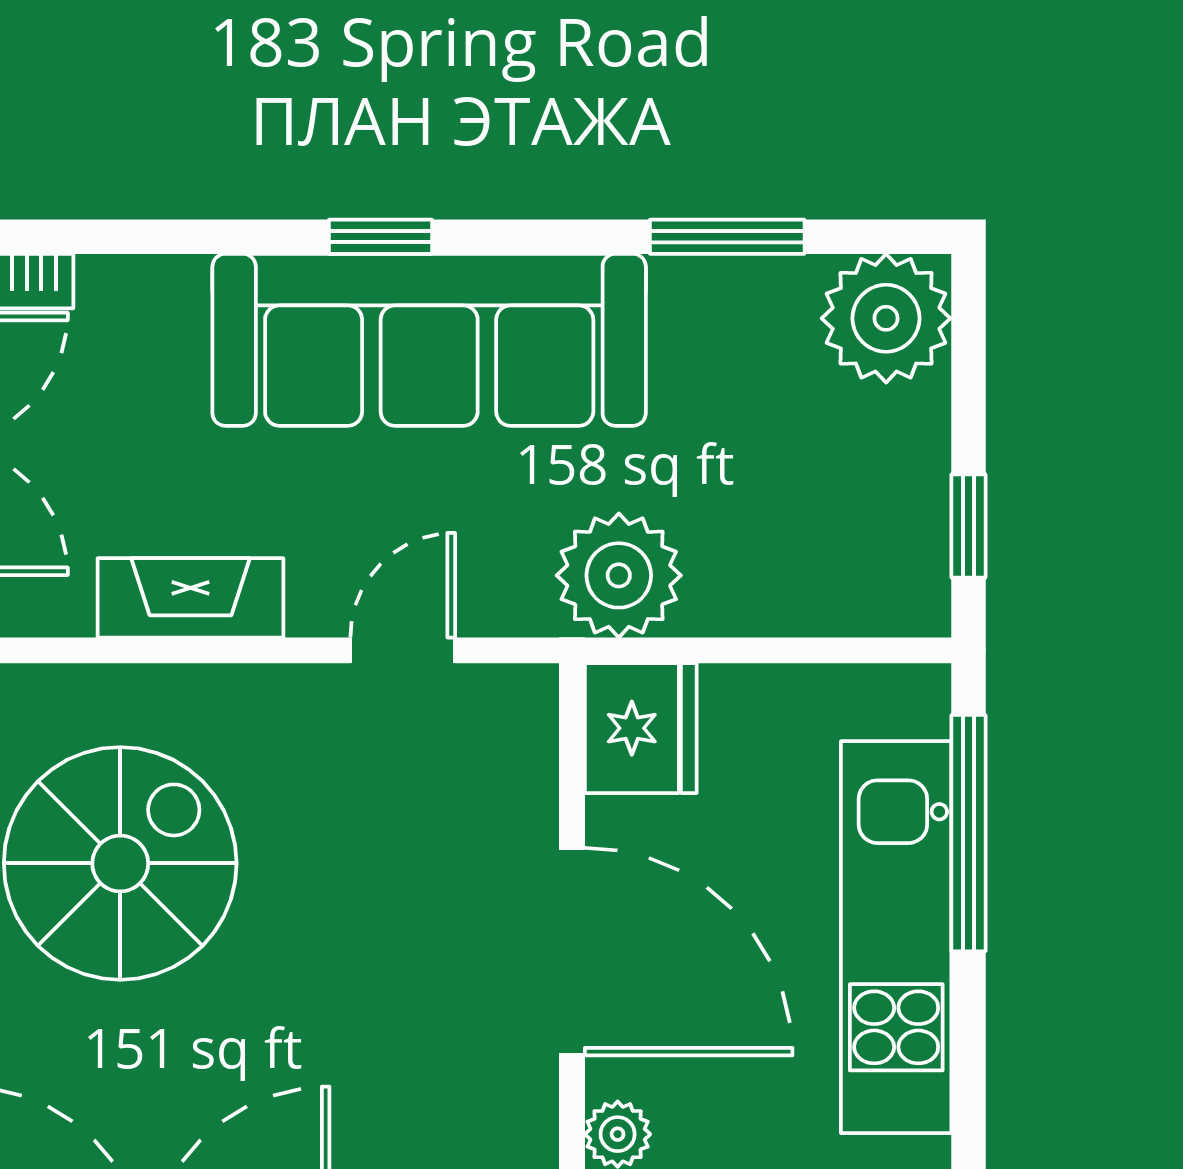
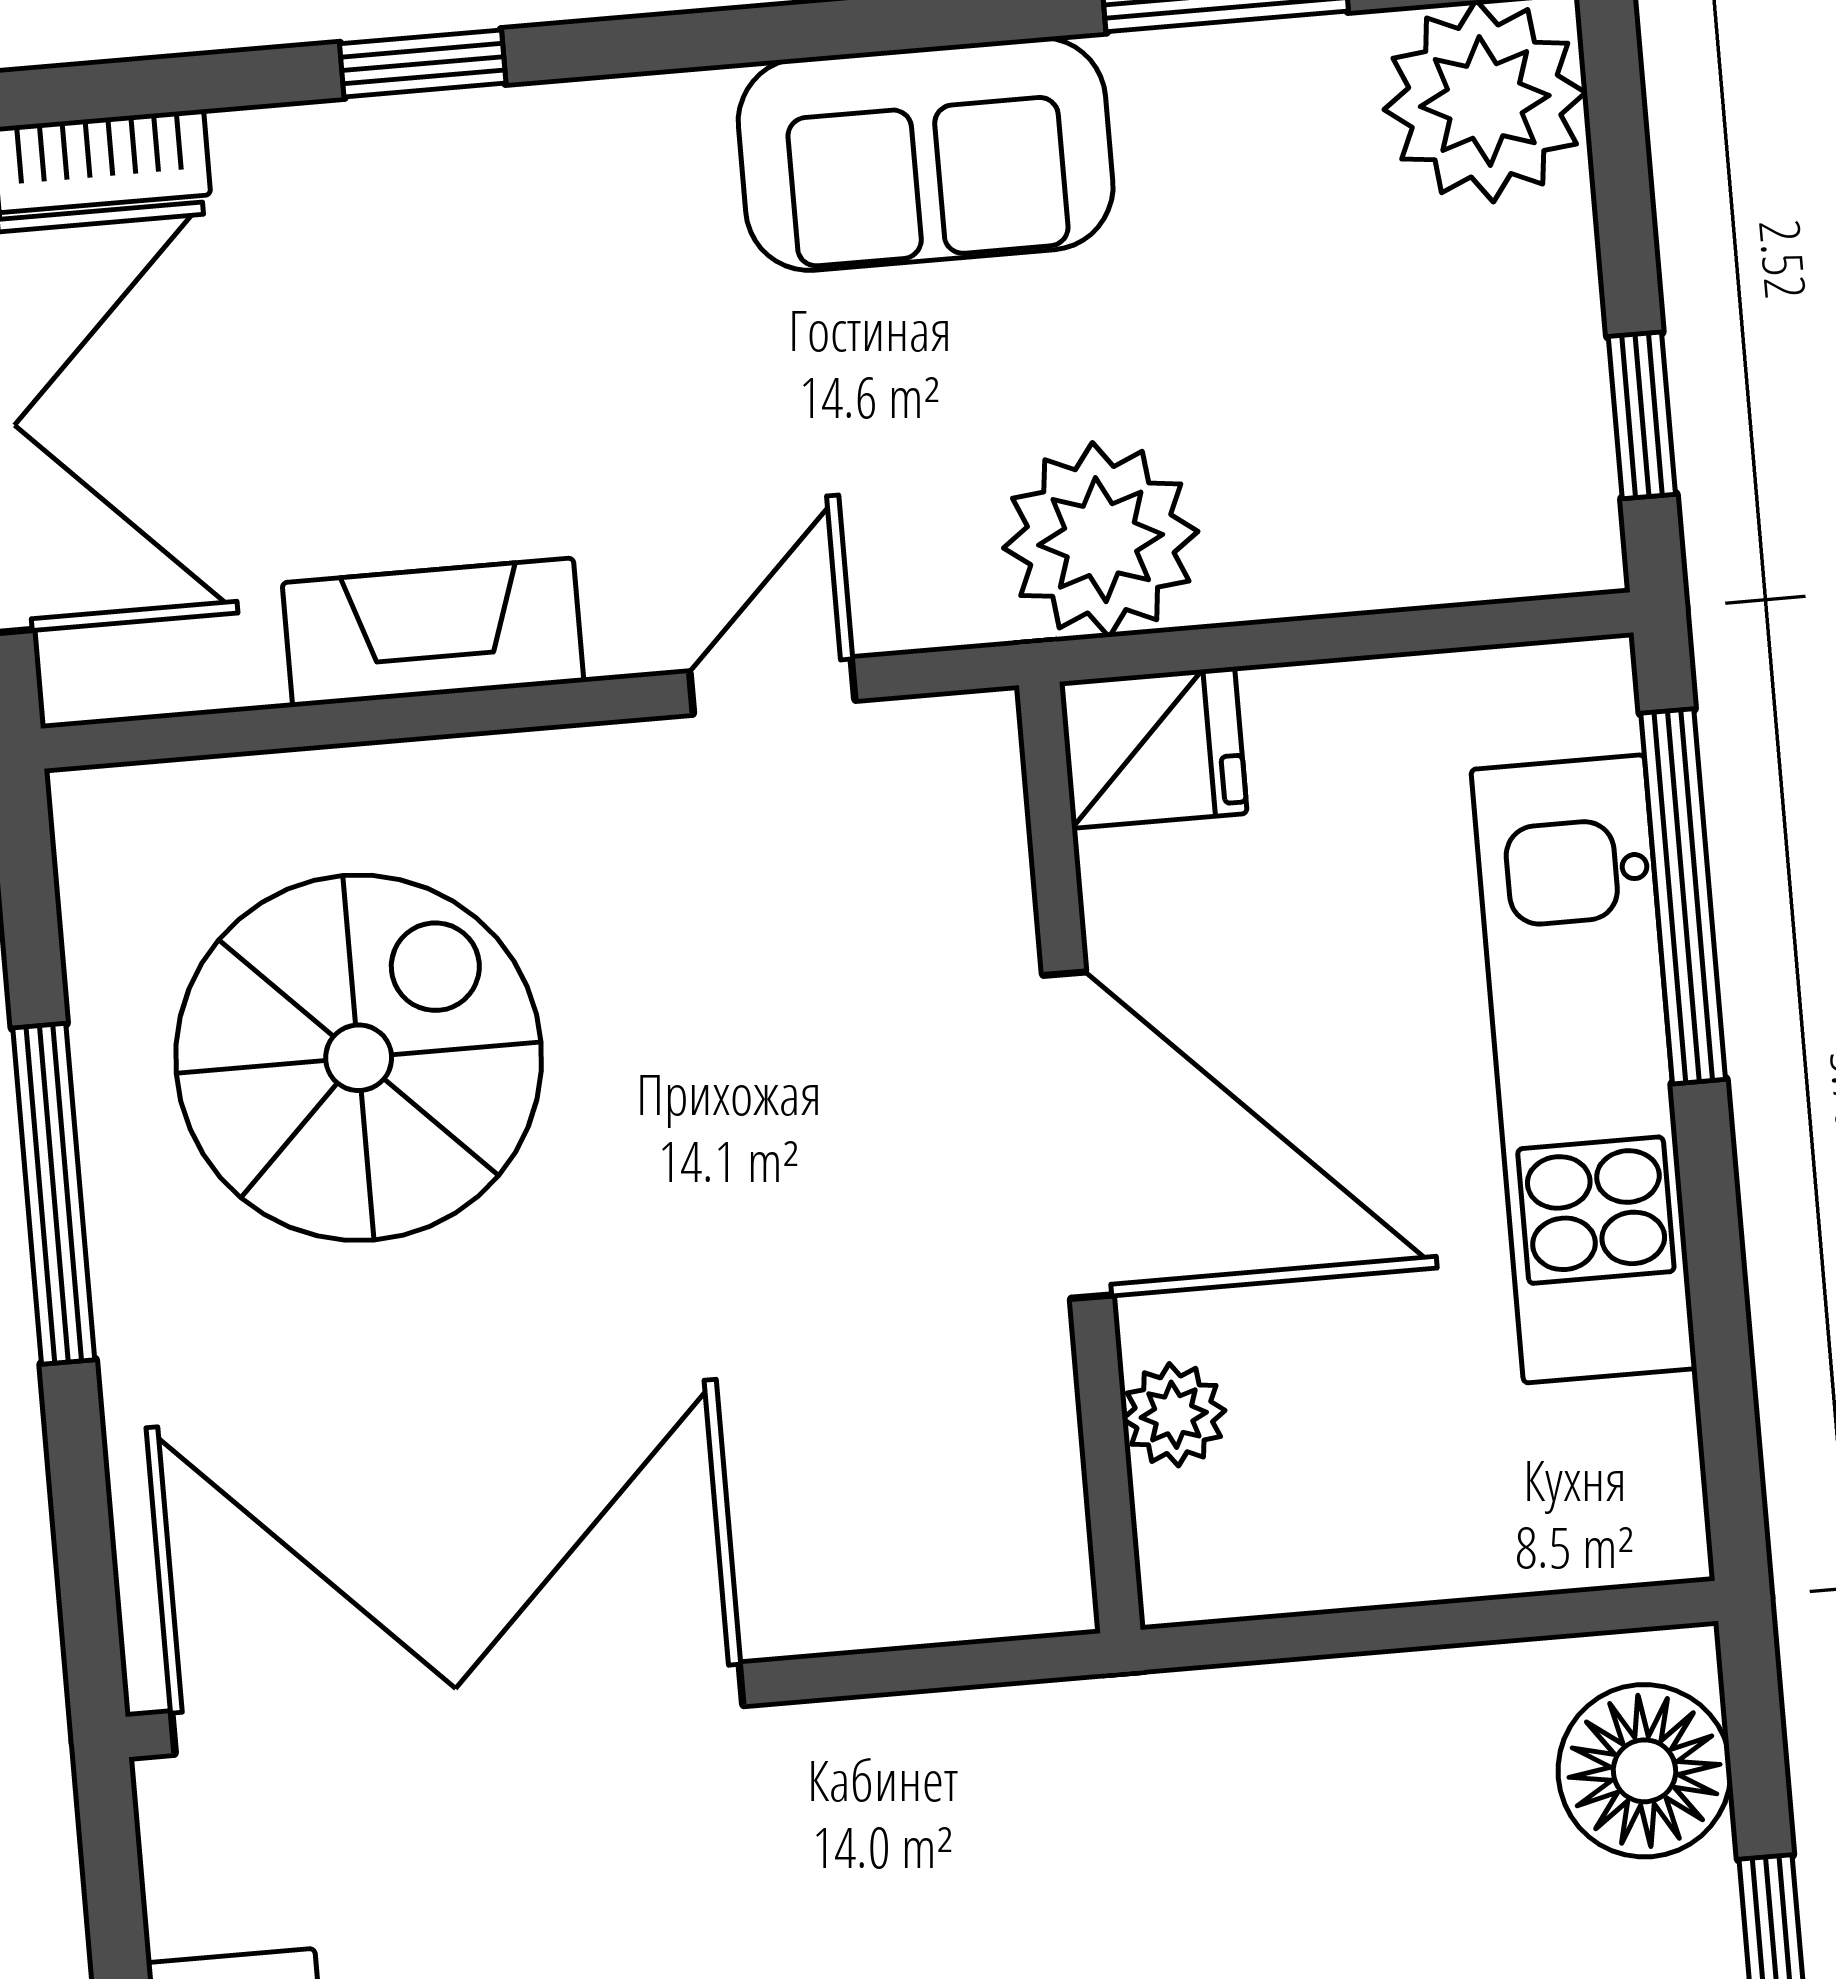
window: (381, 237) -> (423, 63), moved
sofa: (429, 340) -> (926, 154), width x0.54, depth x0.79
fridge: (641, 728) -> (1153, 748), width x0.72

